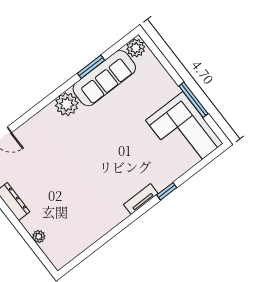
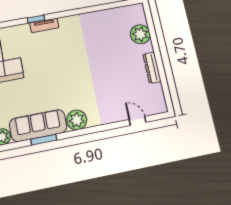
tv unit: (141, 199) -> (44, 25), moved
plant: (39, 236) -> (140, 34), width x1.87, depth x1.87

